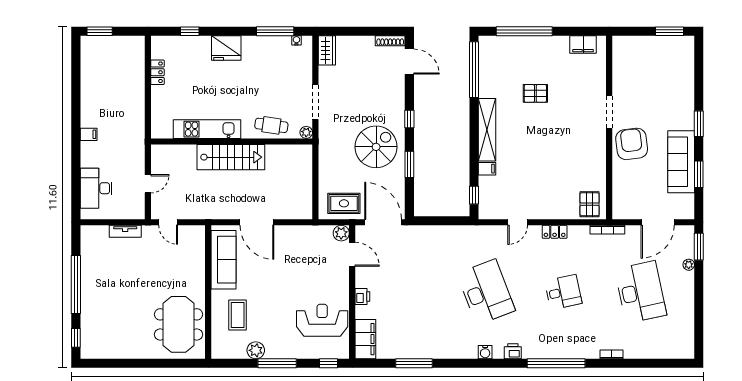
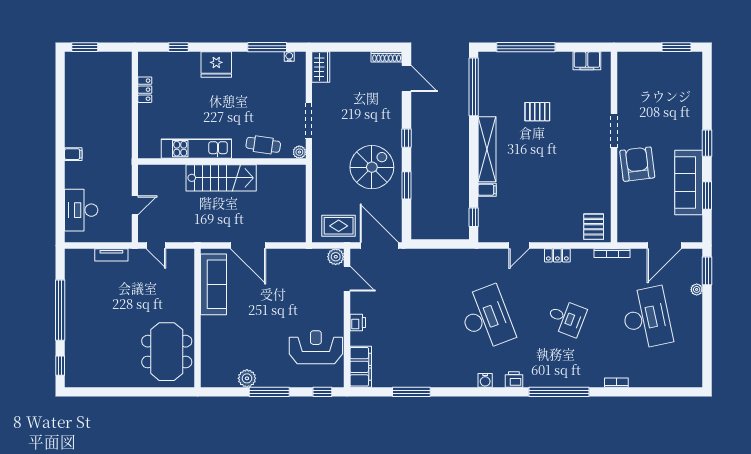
desk: (563, 292) -> (566, 318), turned 33
coffee table: (238, 315) -> (228, 342), removed

